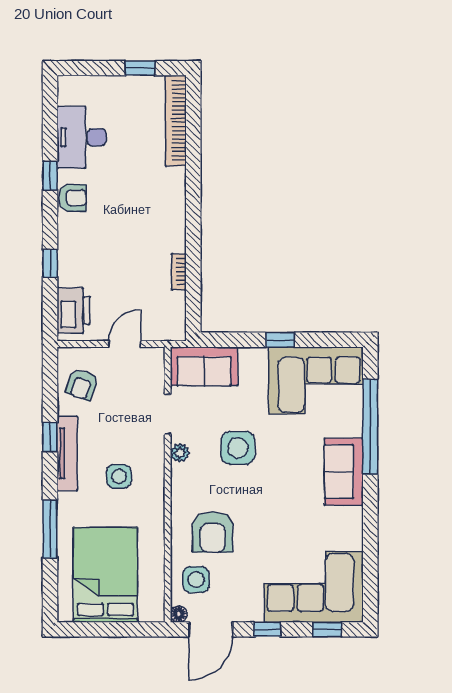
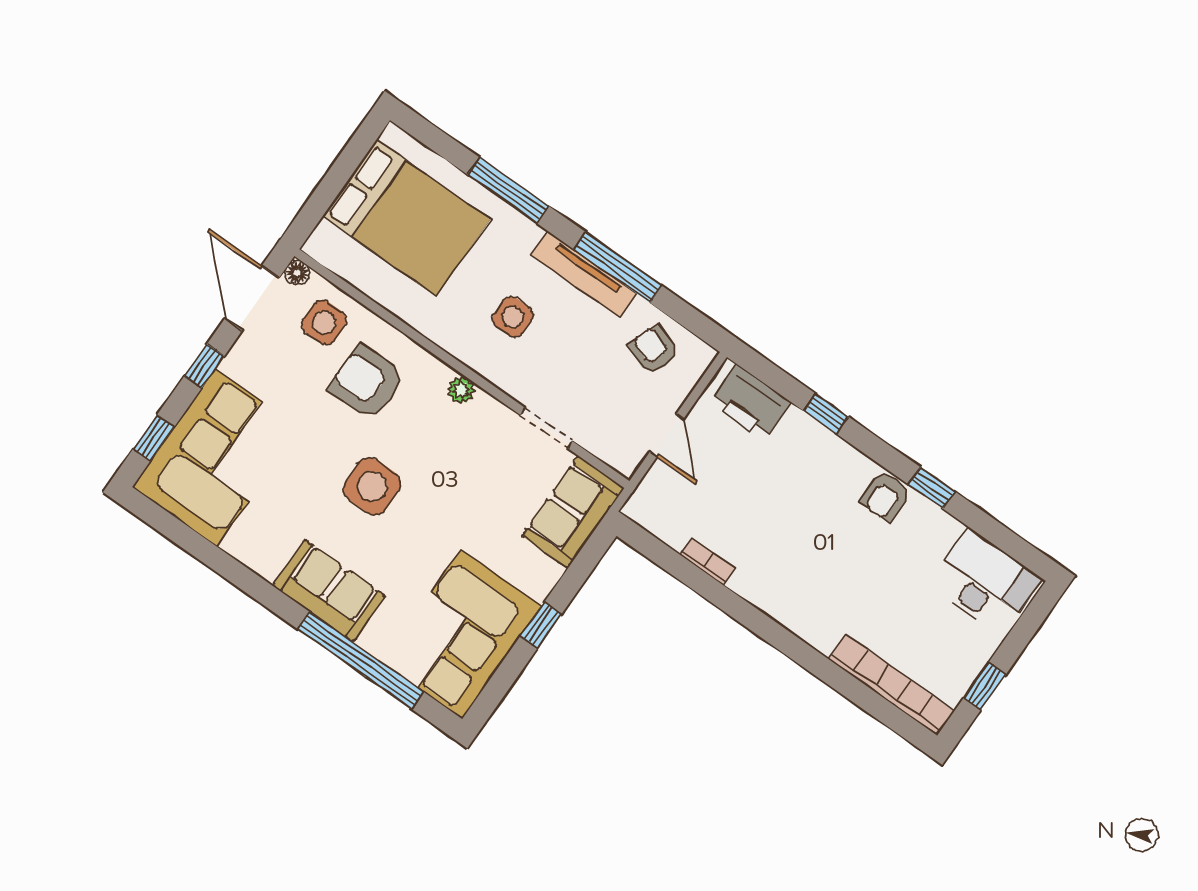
desk: (82, 137) -> (985, 582), moved
window: (50, 437) -> (618, 267), width x2.17
side table: (238, 448) -> (372, 486), moved
plant: (180, 453) -> (461, 390), moved

